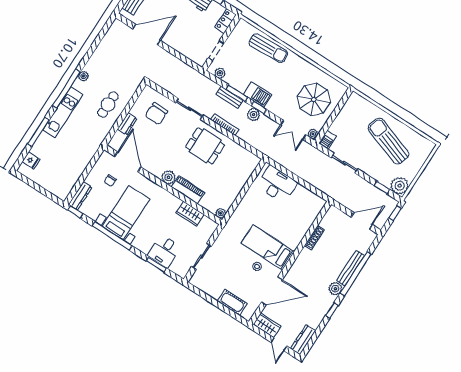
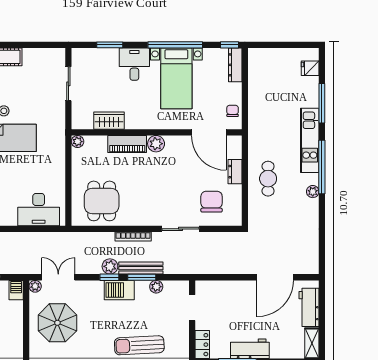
plant: (220, 73) -> (156, 287), moved
bench: (229, 97) -> (141, 268), width x1.36
dining table: (205, 146) -> (102, 201), moved, turned 90
chair: (110, 181) -> (233, 111), moved
desk: (164, 251) -> (134, 64), moved

